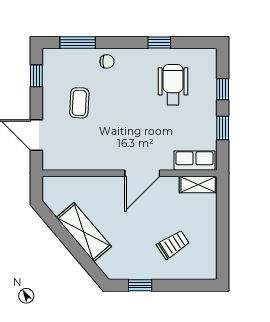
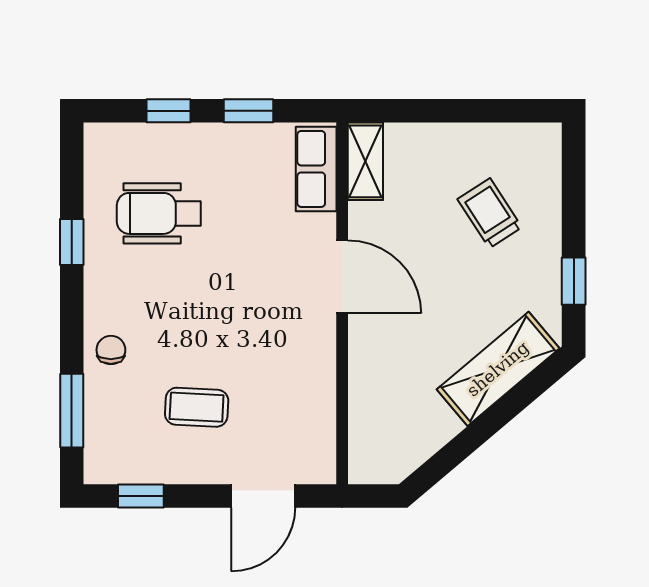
shelving: (84, 232) -> (498, 369), moved

